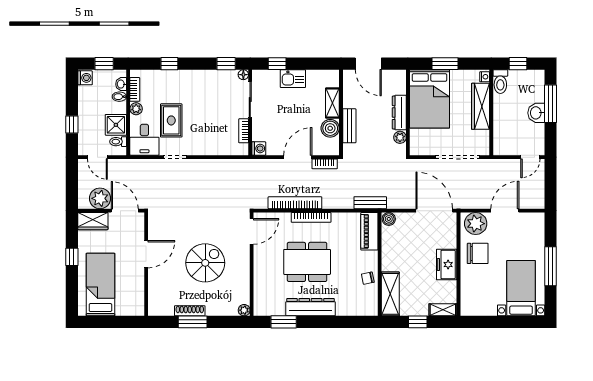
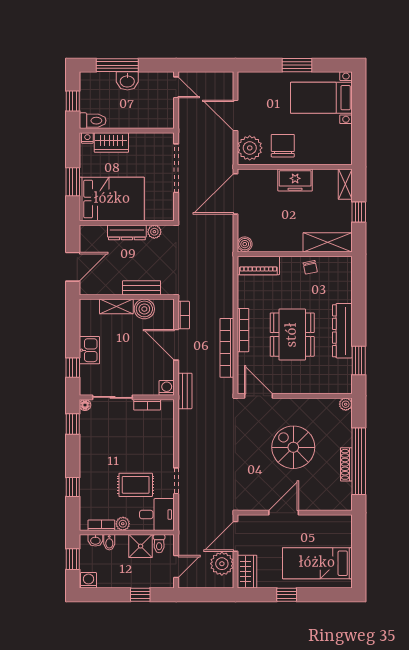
wardrobe: (481, 106) -> (111, 143), width x0.67
bench: (370, 203) -> (185, 391), moved
door: (146, 254) -> (284, 513), hinge flipped
window: (550, 266) -> (297, 65), width x0.69
window: (193, 322) -> (359, 461), width x2.11

